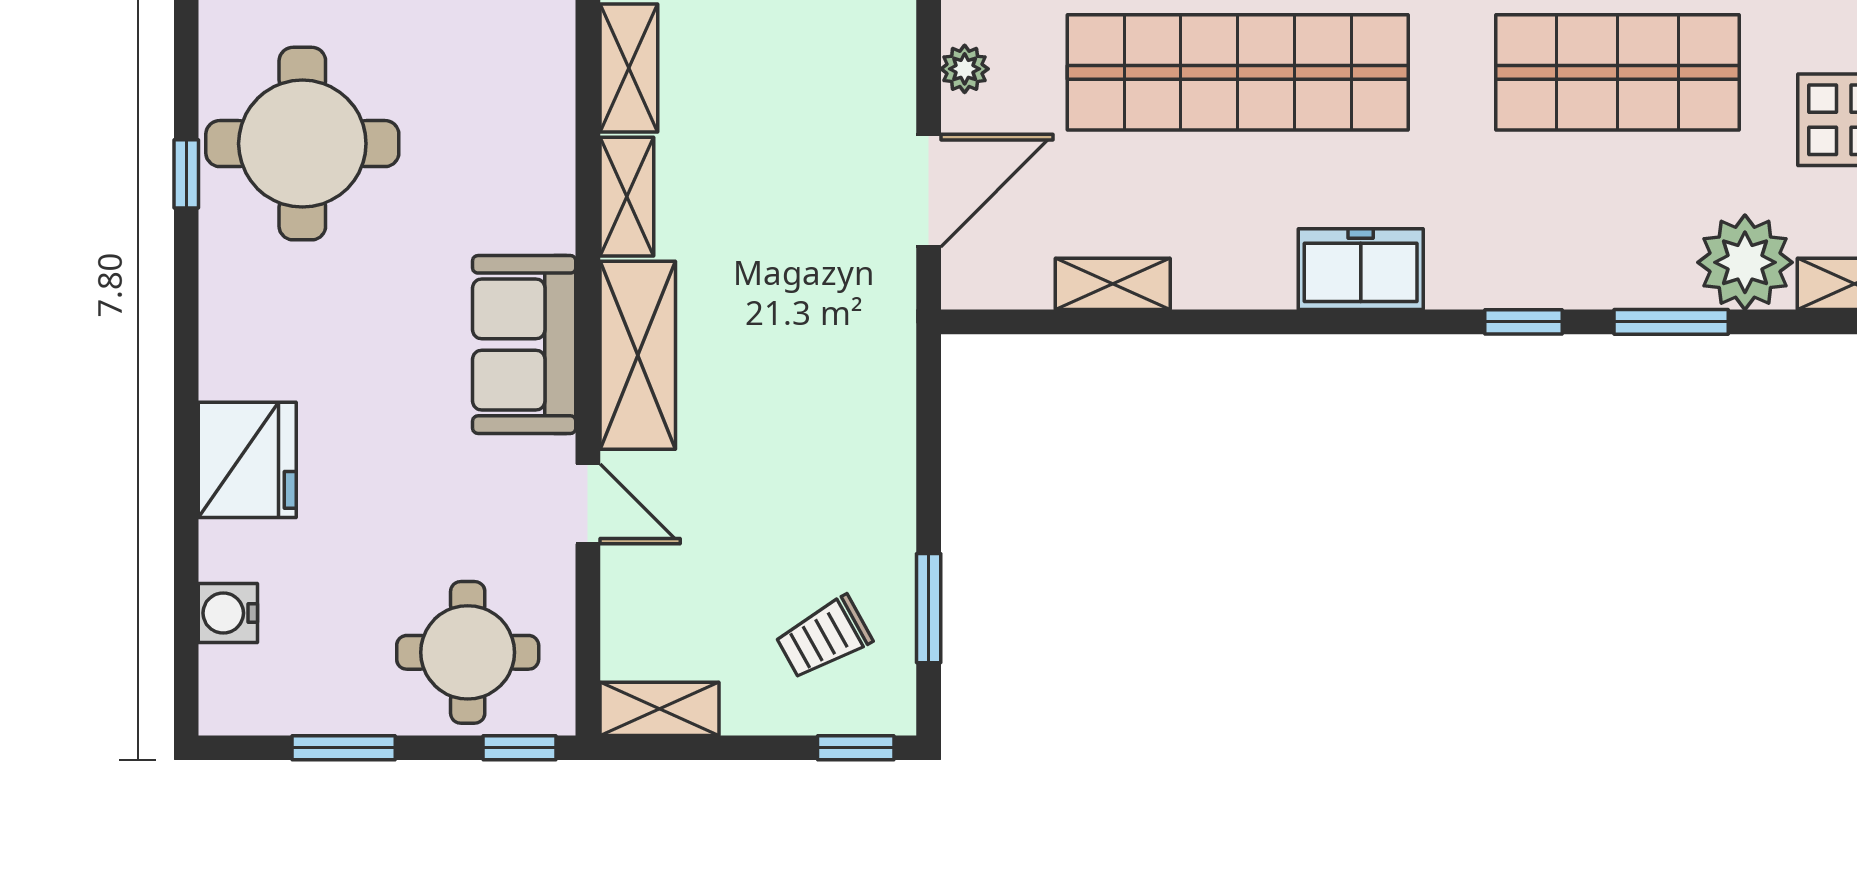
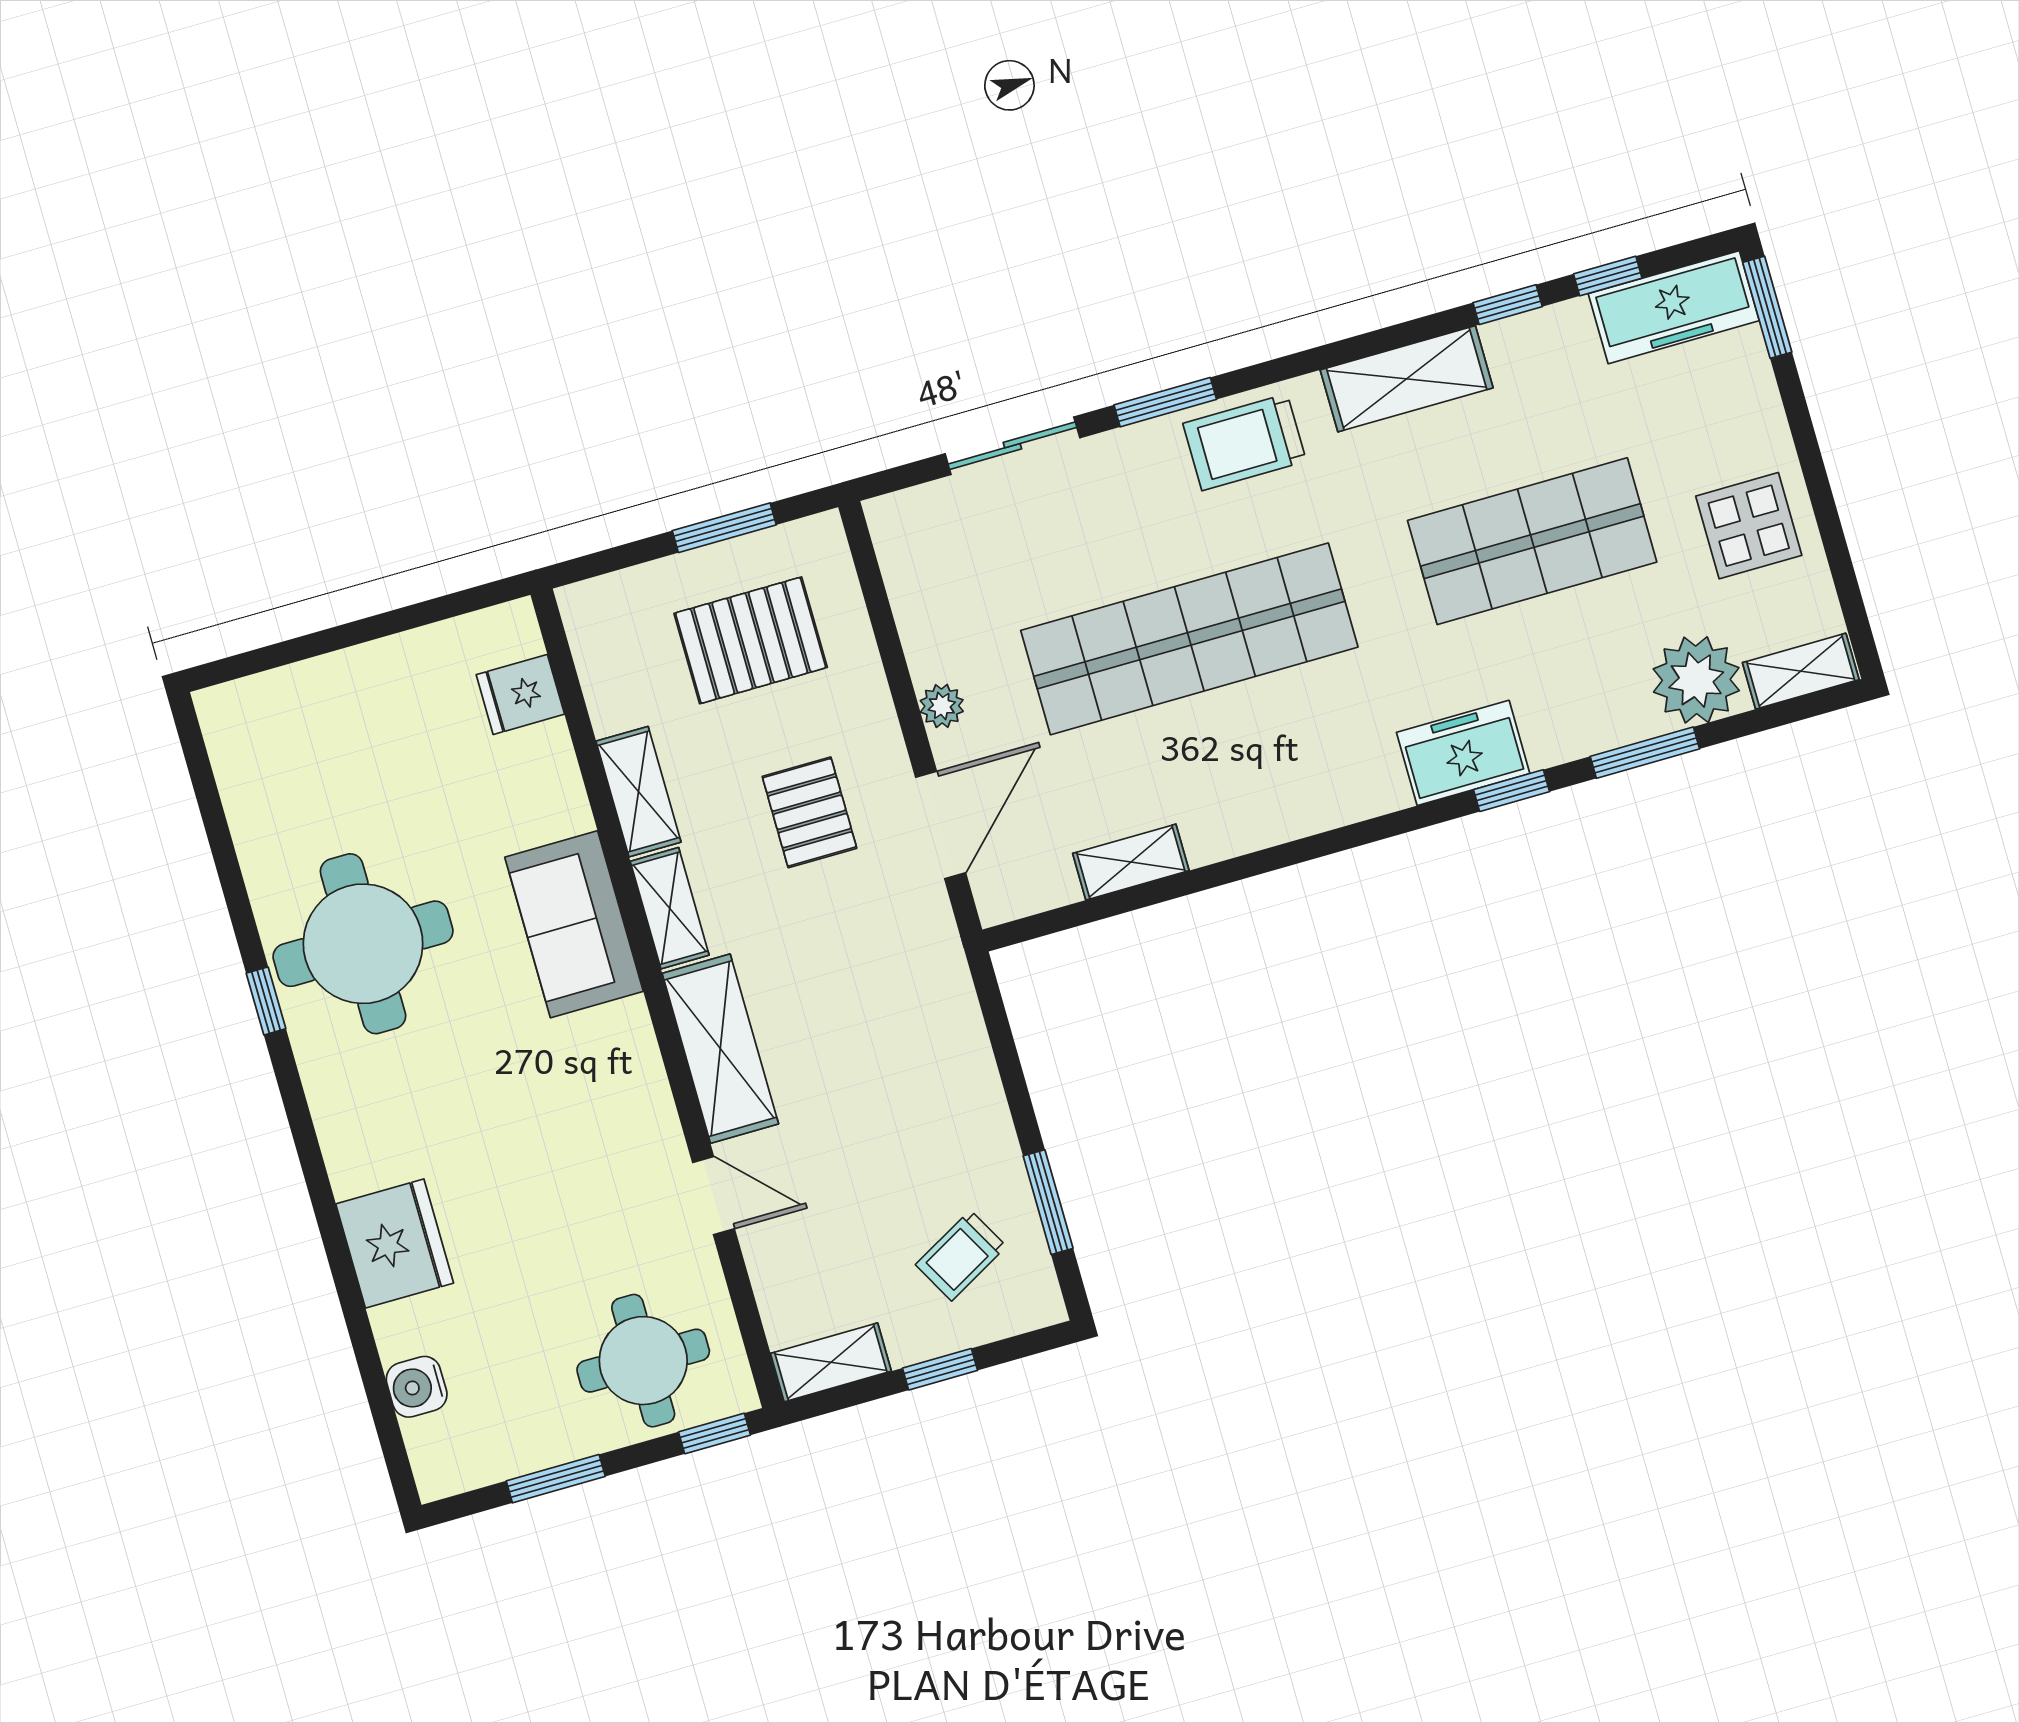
pallet: (798, 139) -> (809, 812), added
freezer: (1361, 269) -> (1463, 753), moved
sofa: (524, 344) -> (574, 924), moved
window: (856, 748) -> (940, 1369), moved

